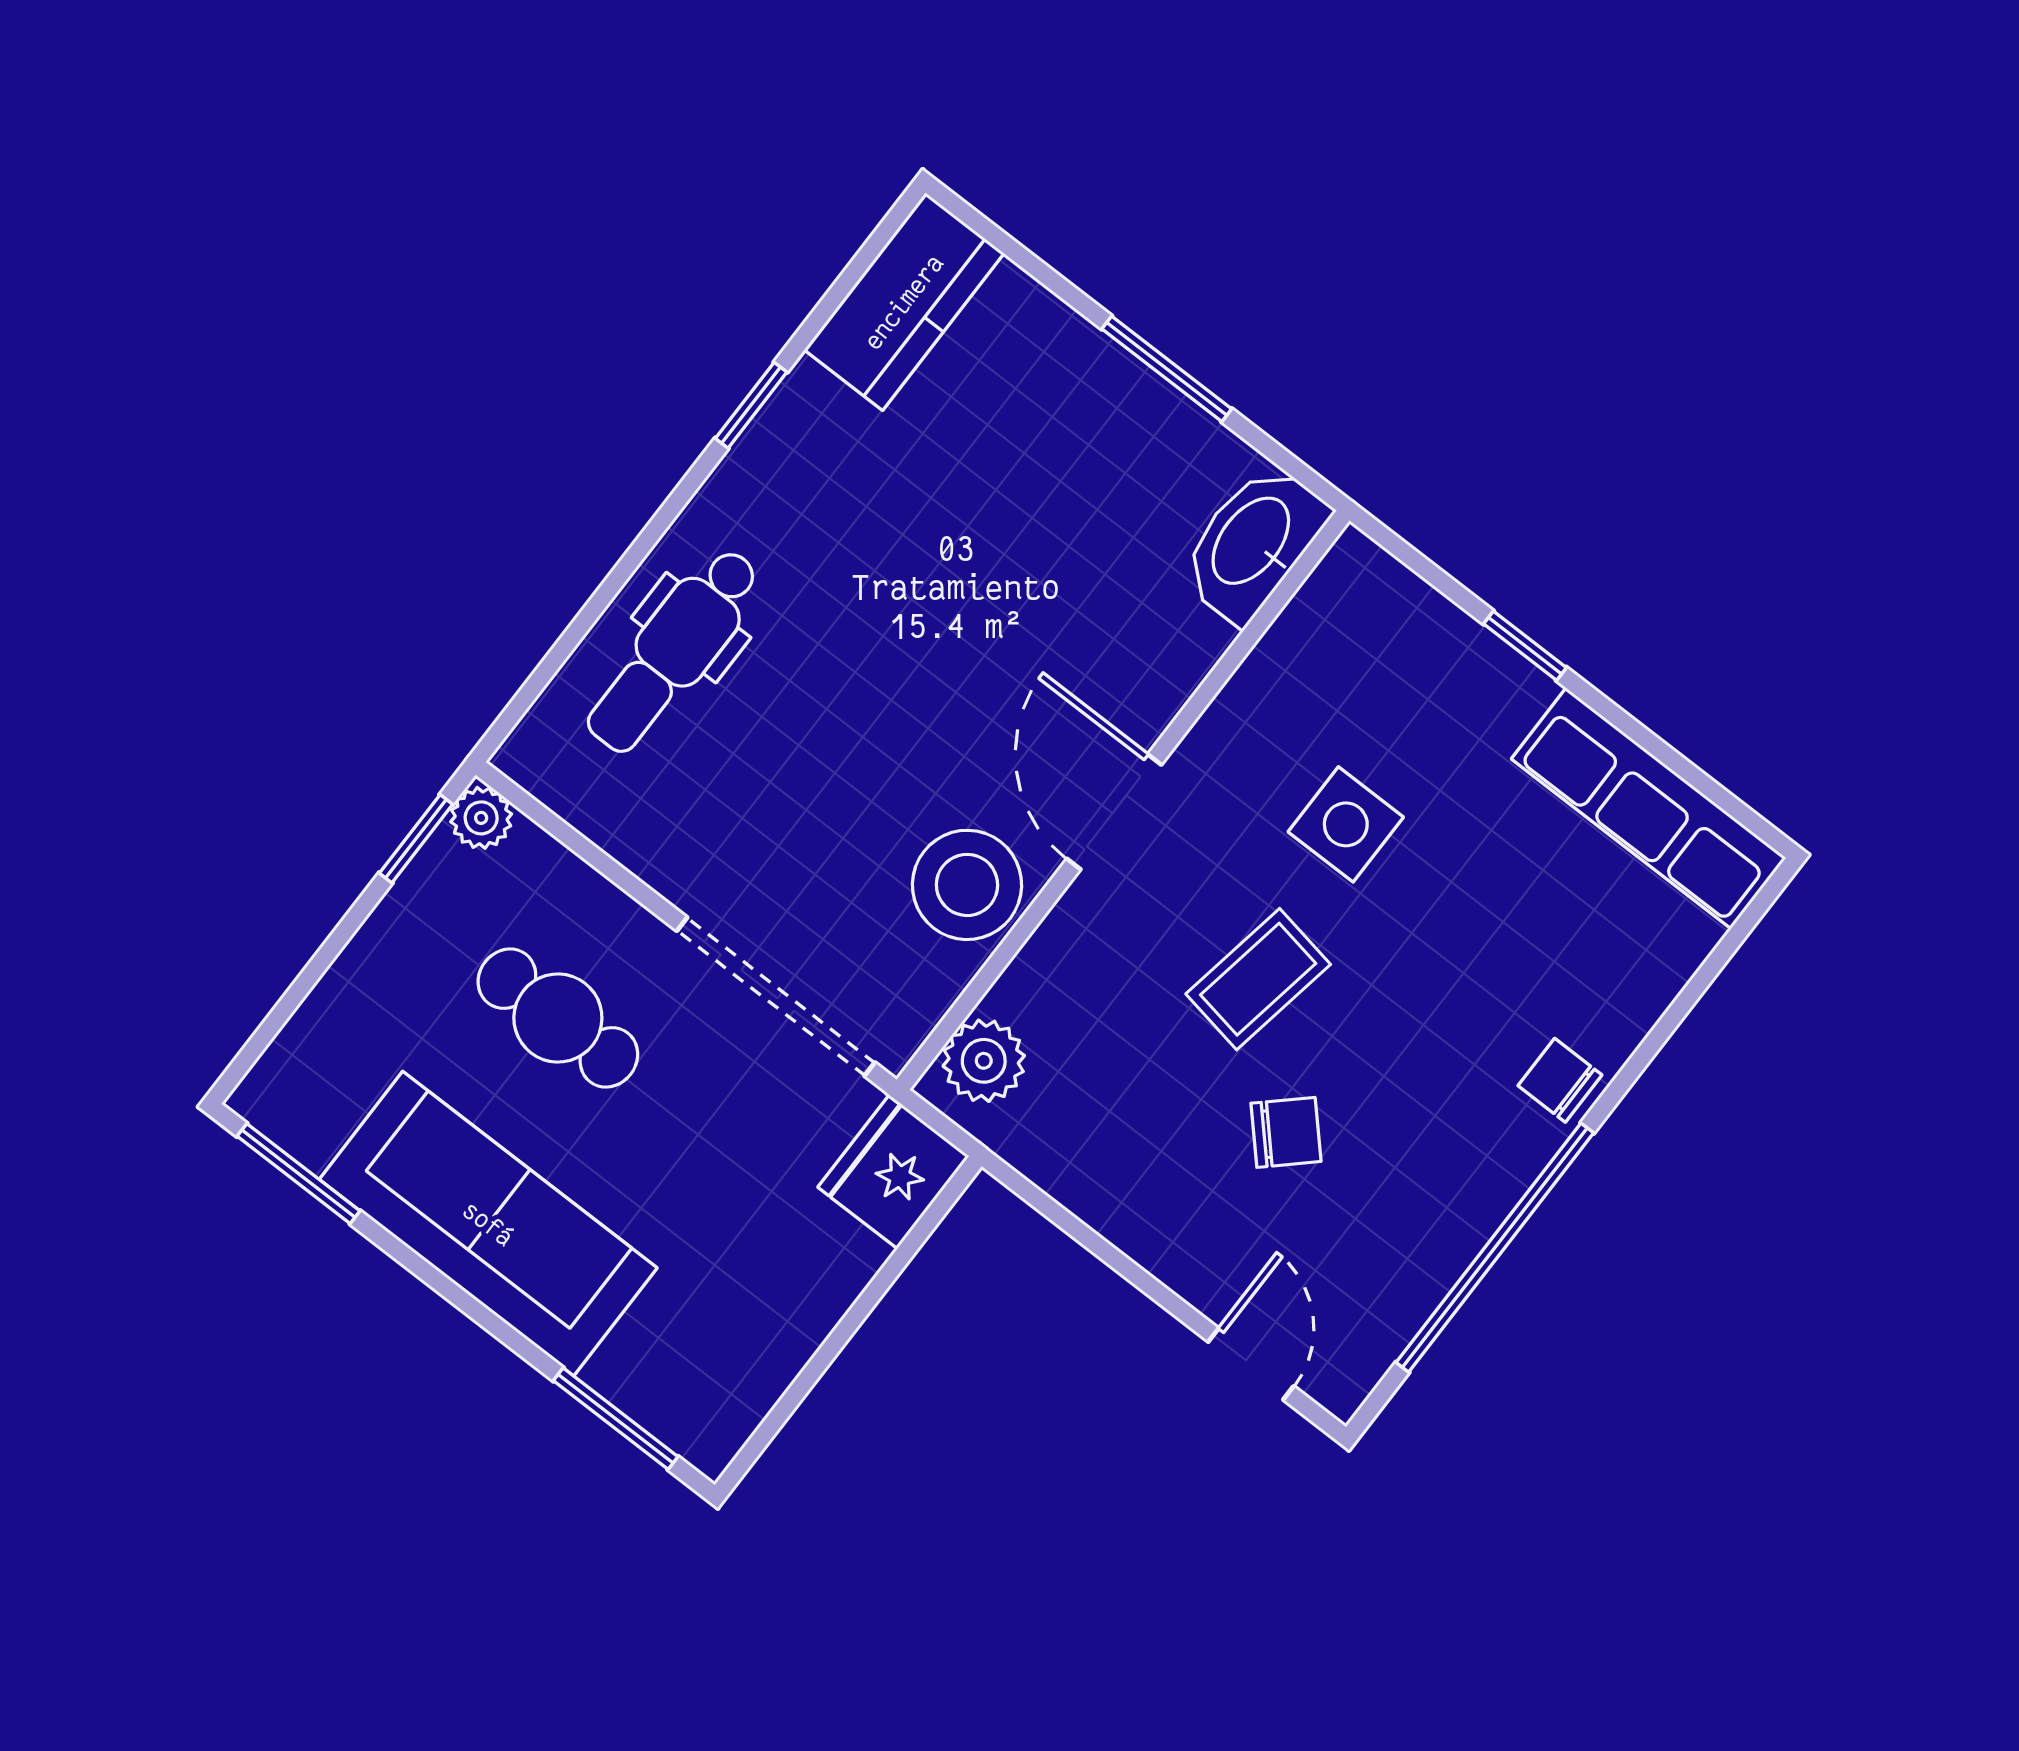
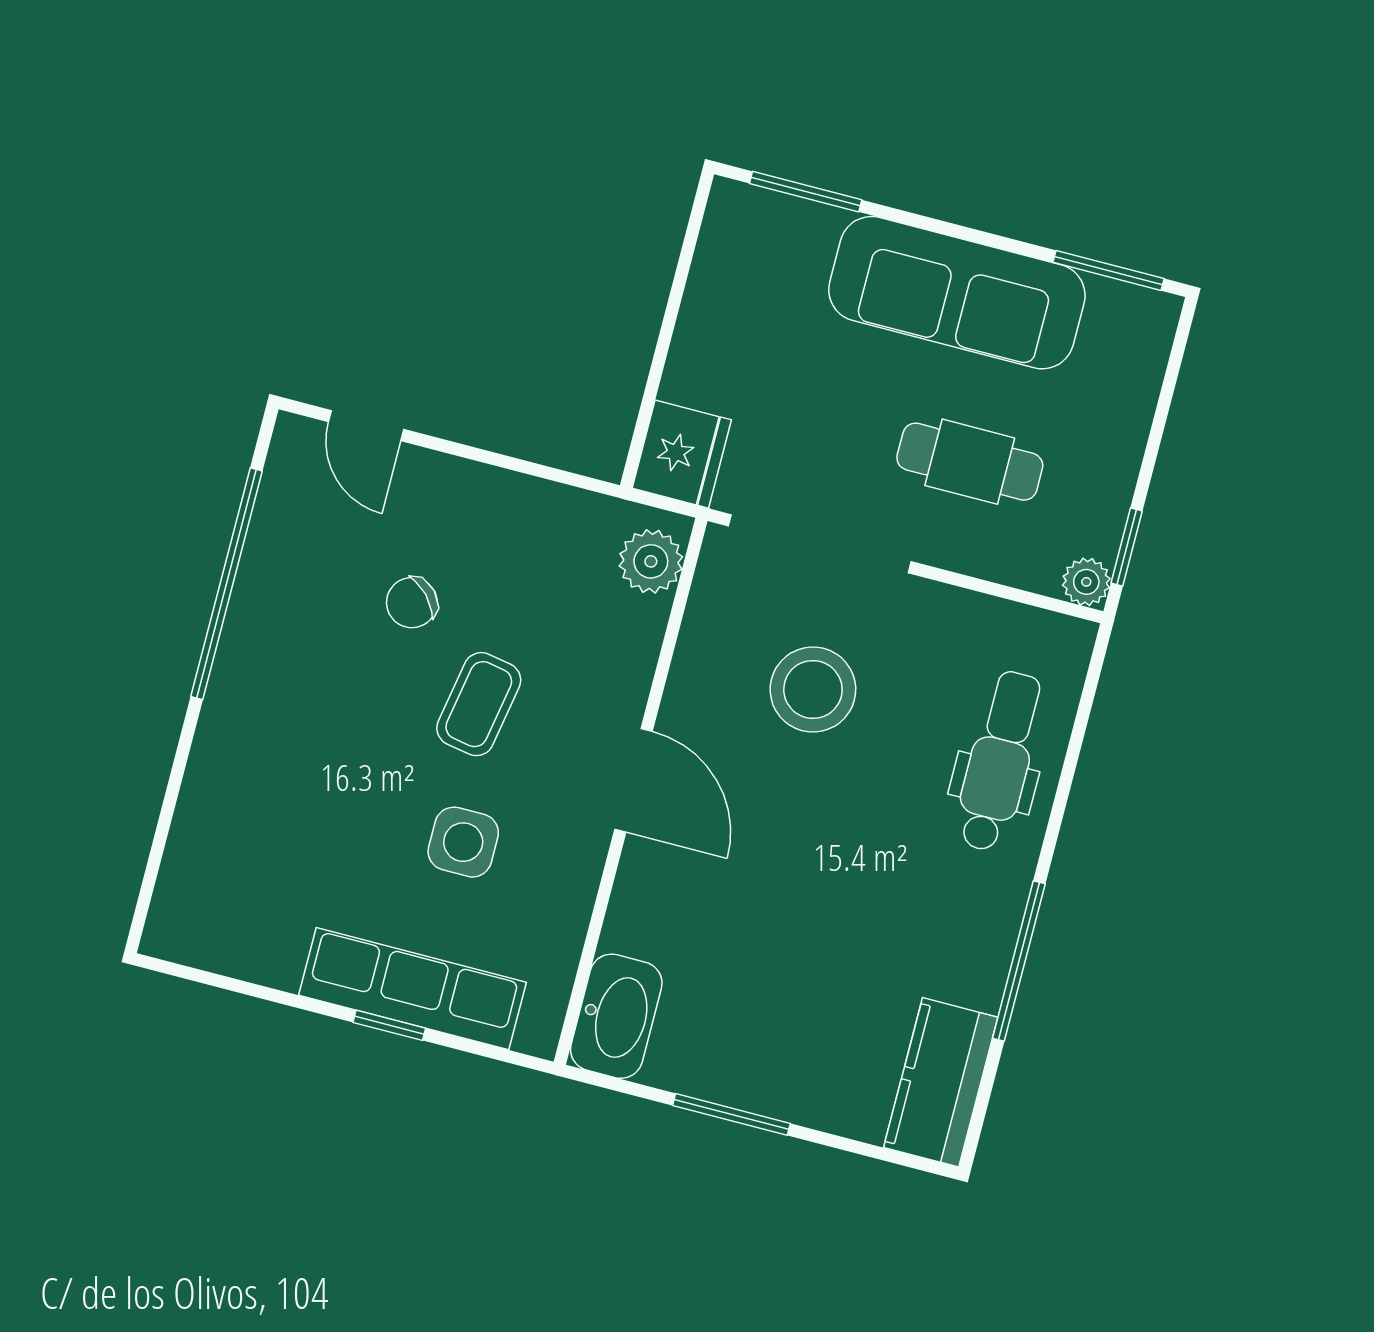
window: (751, 405) -> (1019, 961), width x2.17
row of seats: (1649, 808) -> (412, 989), moved
stool: (967, 885) -> (813, 690), moved
chair: (1560, 1080) -> (231, 724), removed

